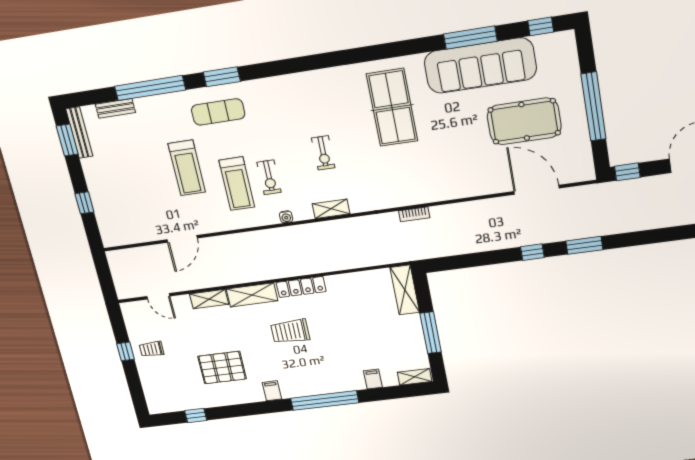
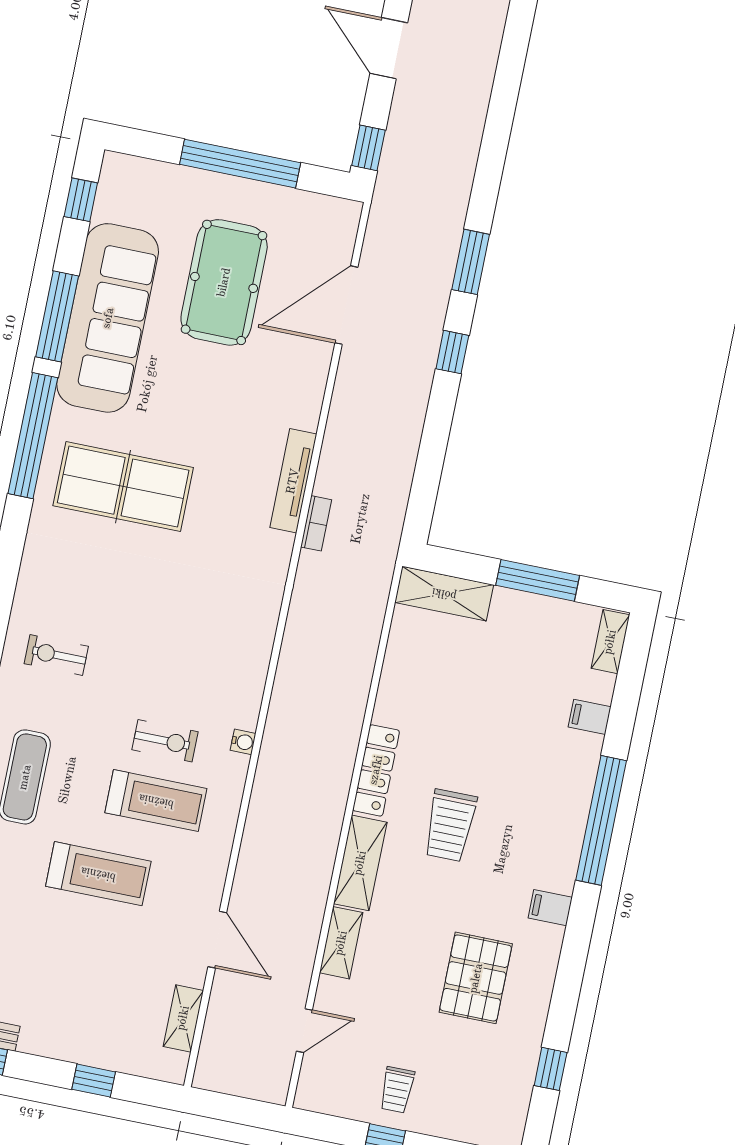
window: (400, 49) -> (33, 436), added
exercise bike: (323, 153) -> (56, 655), moved, turned 180
tv unit: (432, 195) -> (293, 481), added
shelving: (331, 209) -> (183, 1018), moved

